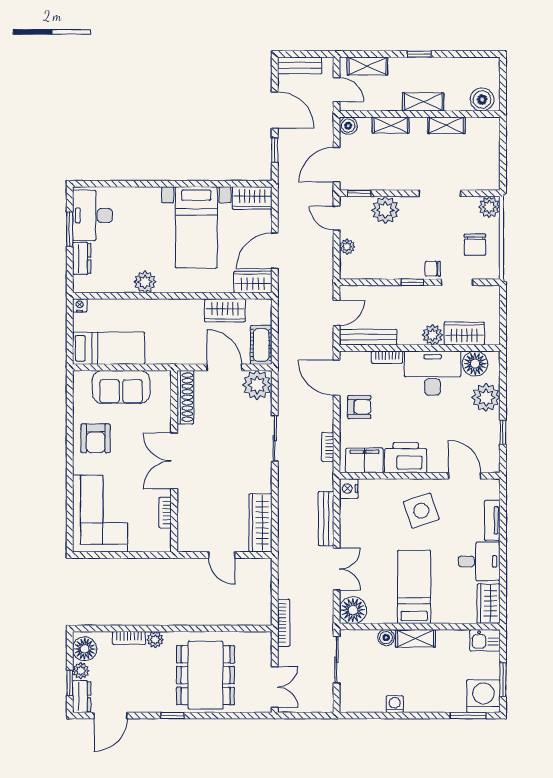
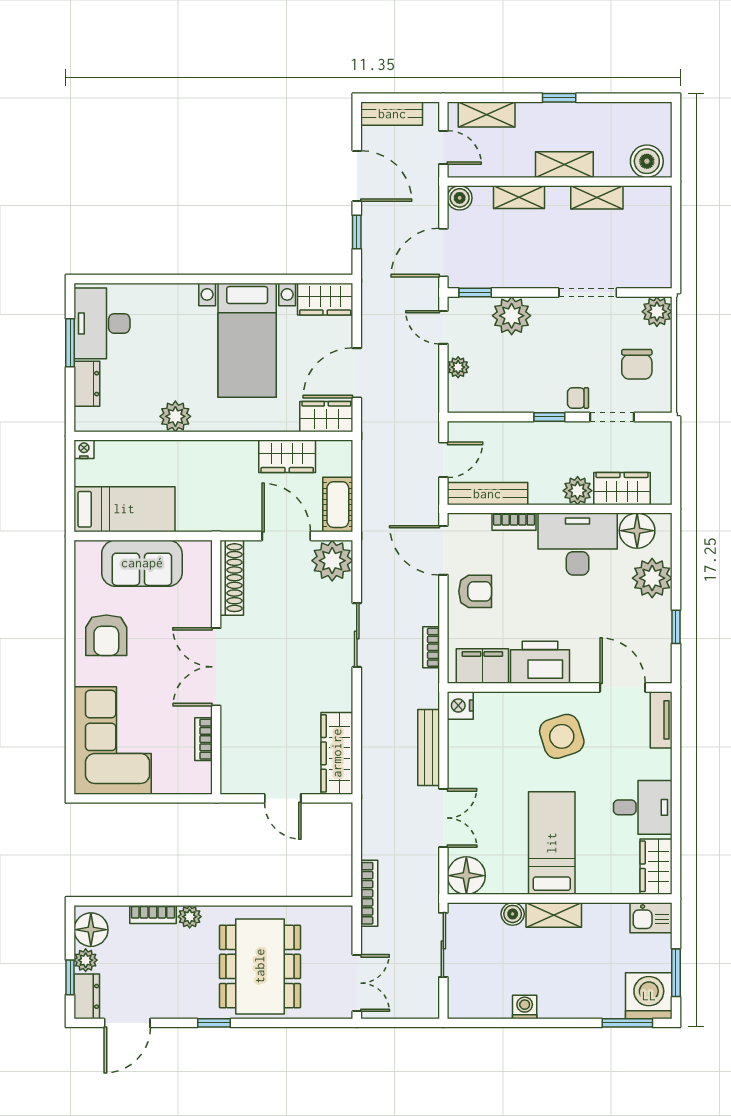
tv unit: (492, 520) -> (661, 720), moved

